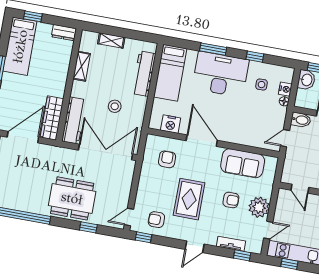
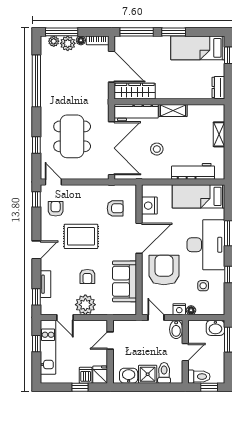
shelving: (82, 66) -> (173, 110), moved
nightstand: (285, 89) -> (179, 309), moved
armchair: (238, 121) -> (164, 270), added
dining table: (72, 198) -> (72, 136), moved
door: (195, 247) -> (36, 250), swing flipped

